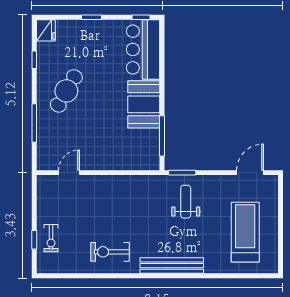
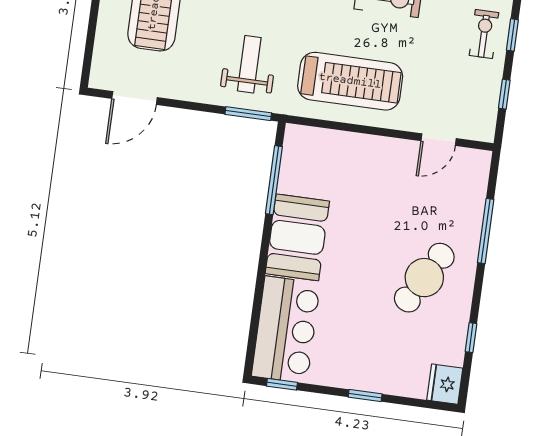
treadmill: (125, 200) -> (350, 81), added
weight bench: (186, 202) -> (249, 64), turned 180
window: (34, 205) -> (504, 94), added

